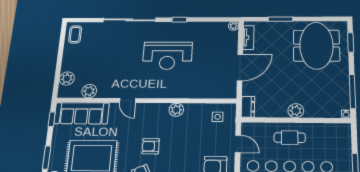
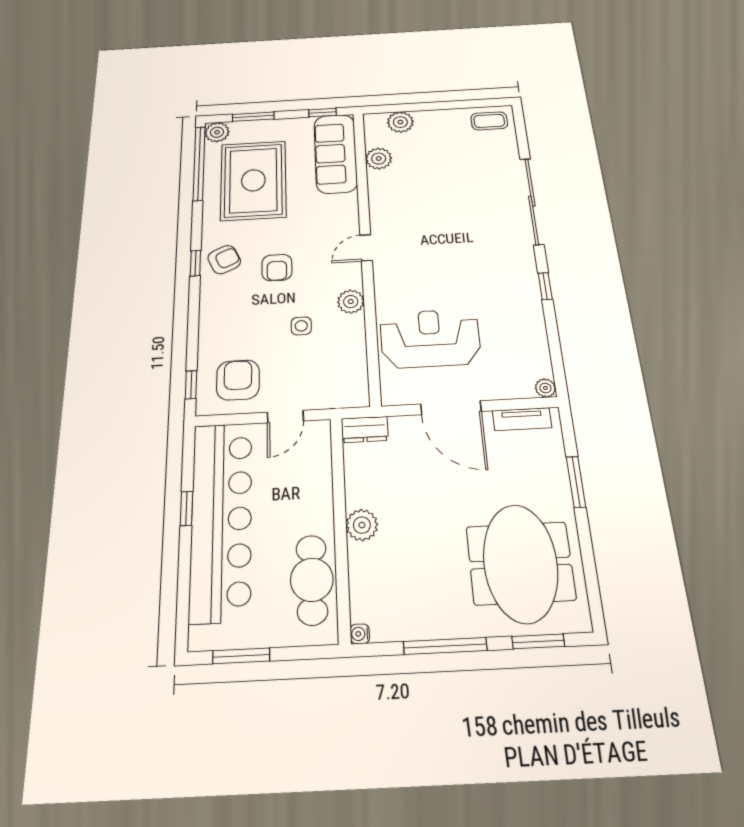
meeting table: (316, 46) -> (520, 563), turned 90
reception desk: (167, 56) -> (430, 338), moved, turned 90
window: (352, 91) -> (445, 646), moved
door: (128, 101) -> (366, 248), moved
side table: (218, 117) -> (301, 326), moved
cafe table: (290, 138) -> (312, 580), moved, width x1.37, depth x1.35
armchair: (151, 146) -> (277, 268), turned 180

